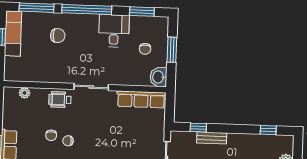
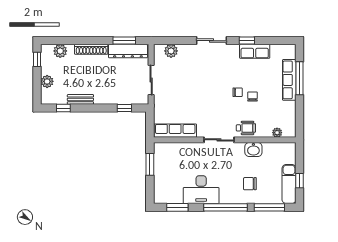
desk: (114, 31) -> (201, 190), width x1.37
chair: (145, 49) -> (173, 175), removed
window: (172, 50) -> (150, 164), moved
washbasin: (158, 77) -> (253, 149), moved, turned 90
bench: (212, 138) -> (80, 99), moved

